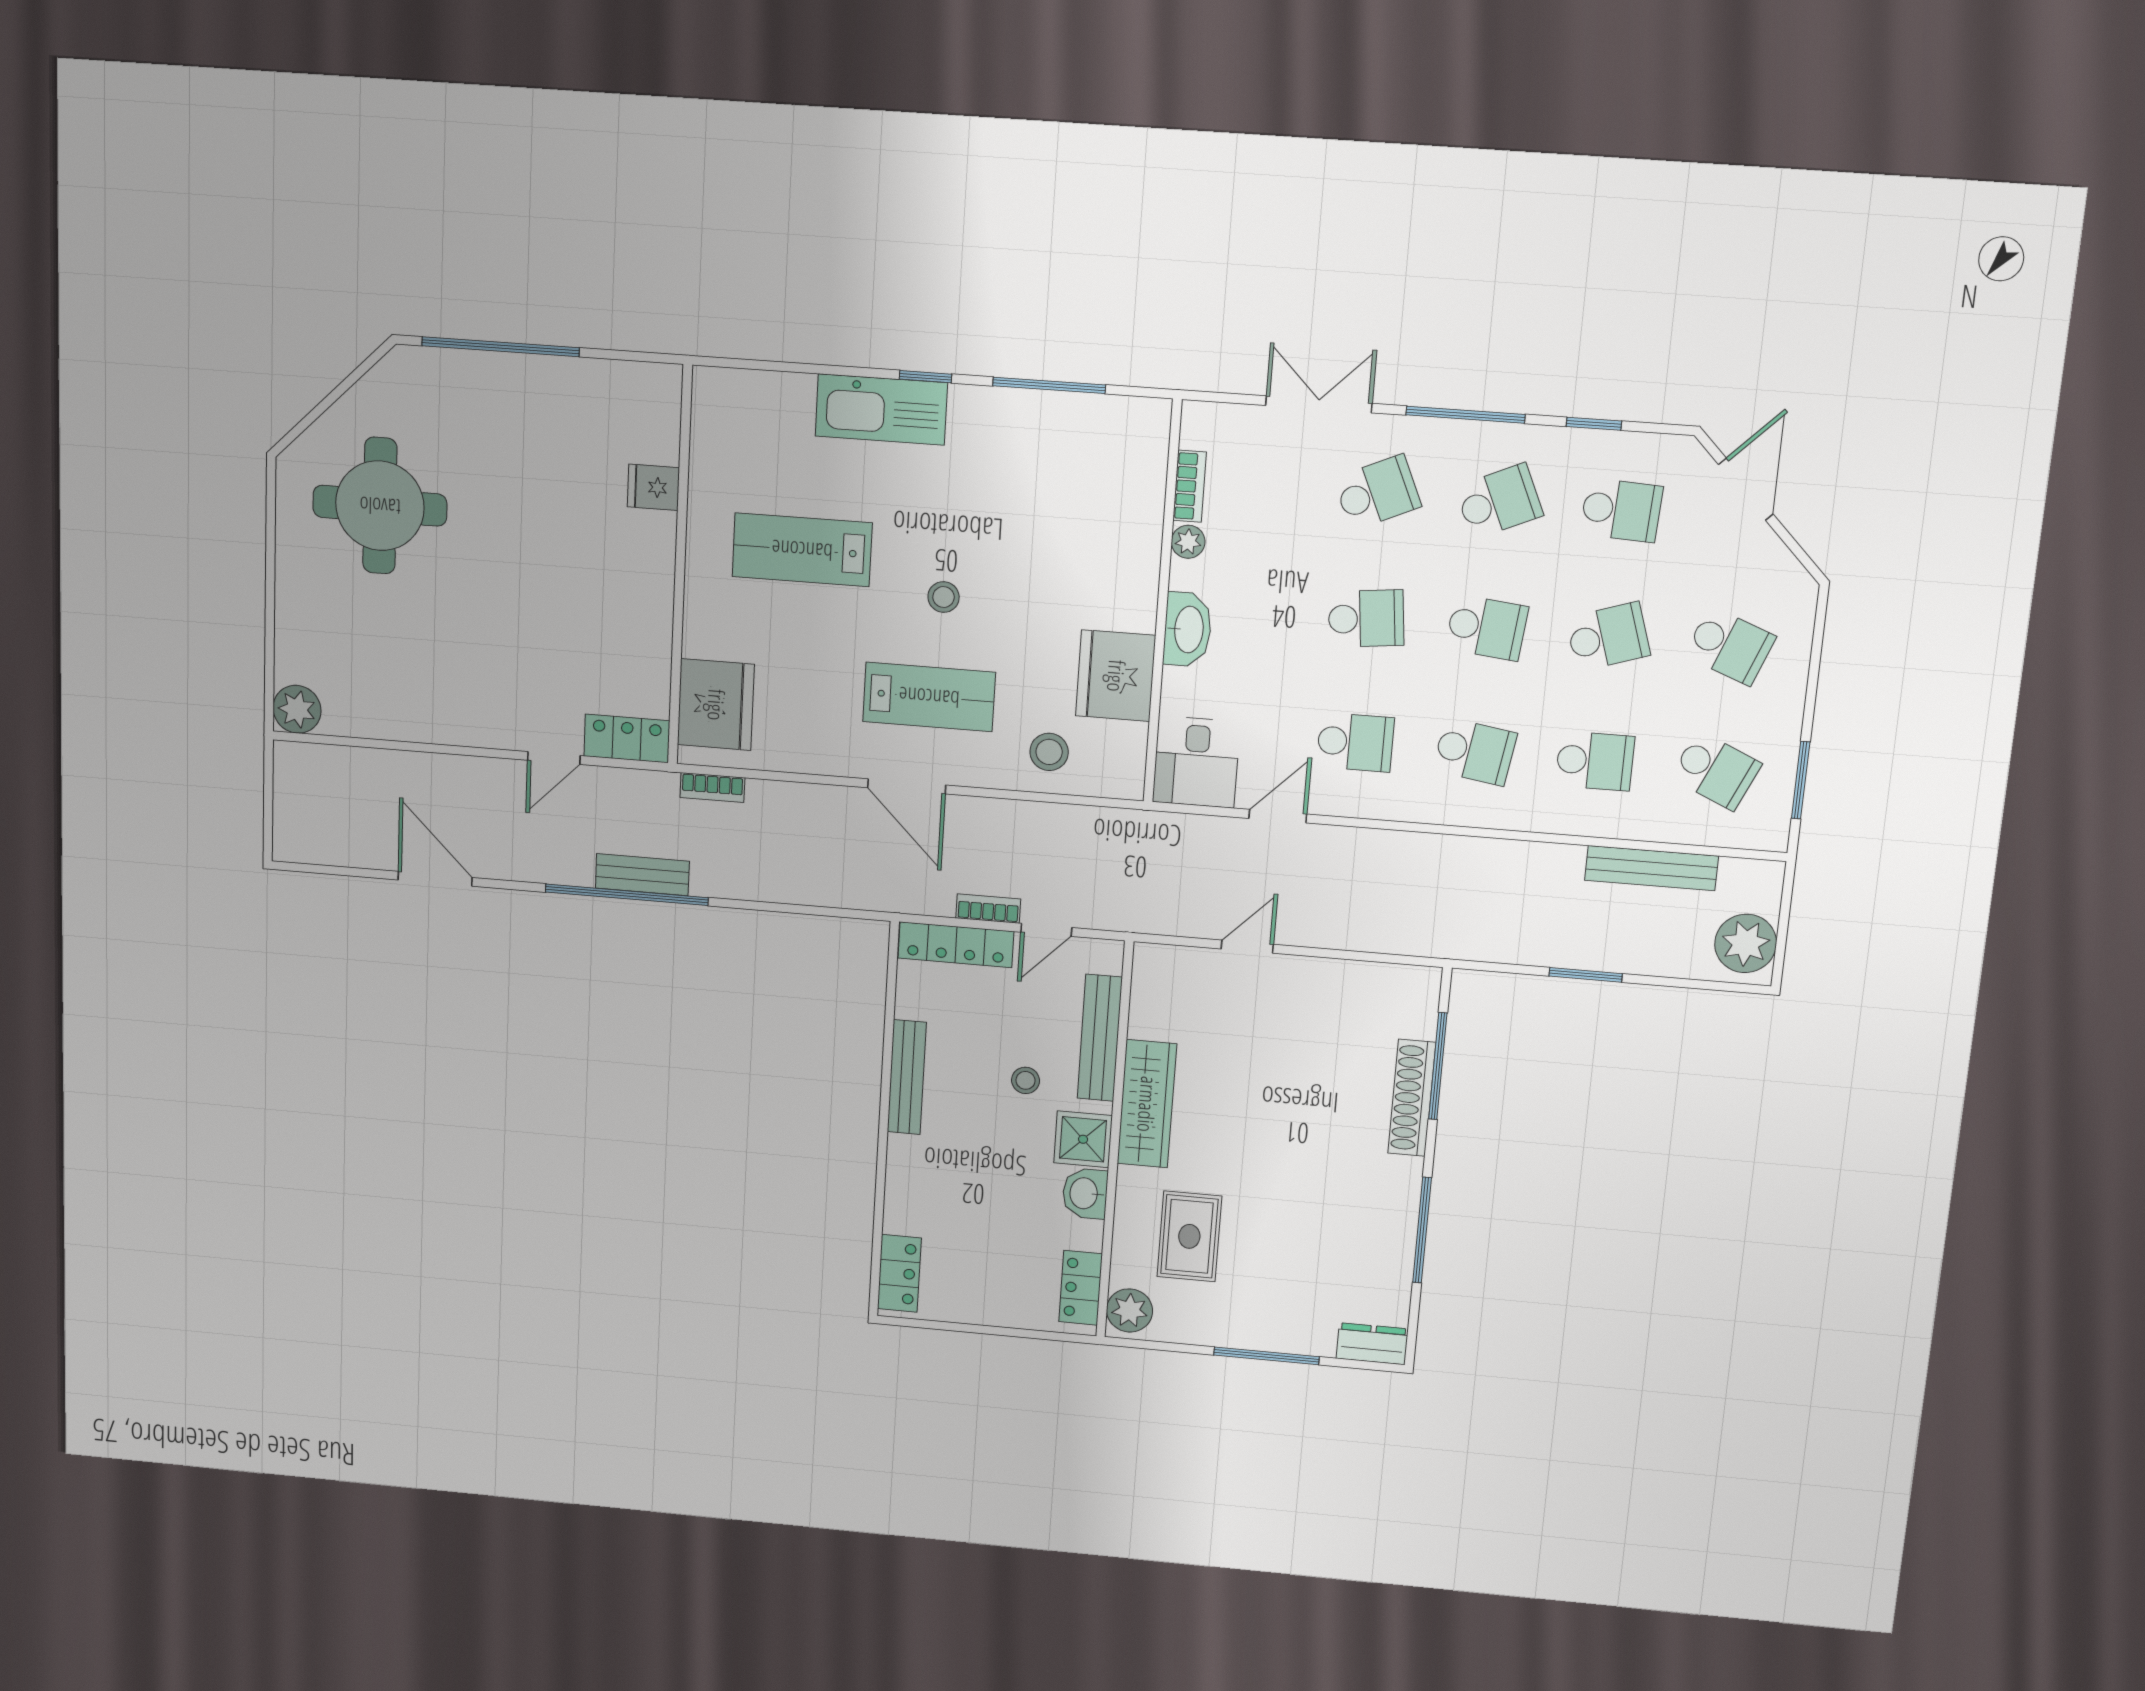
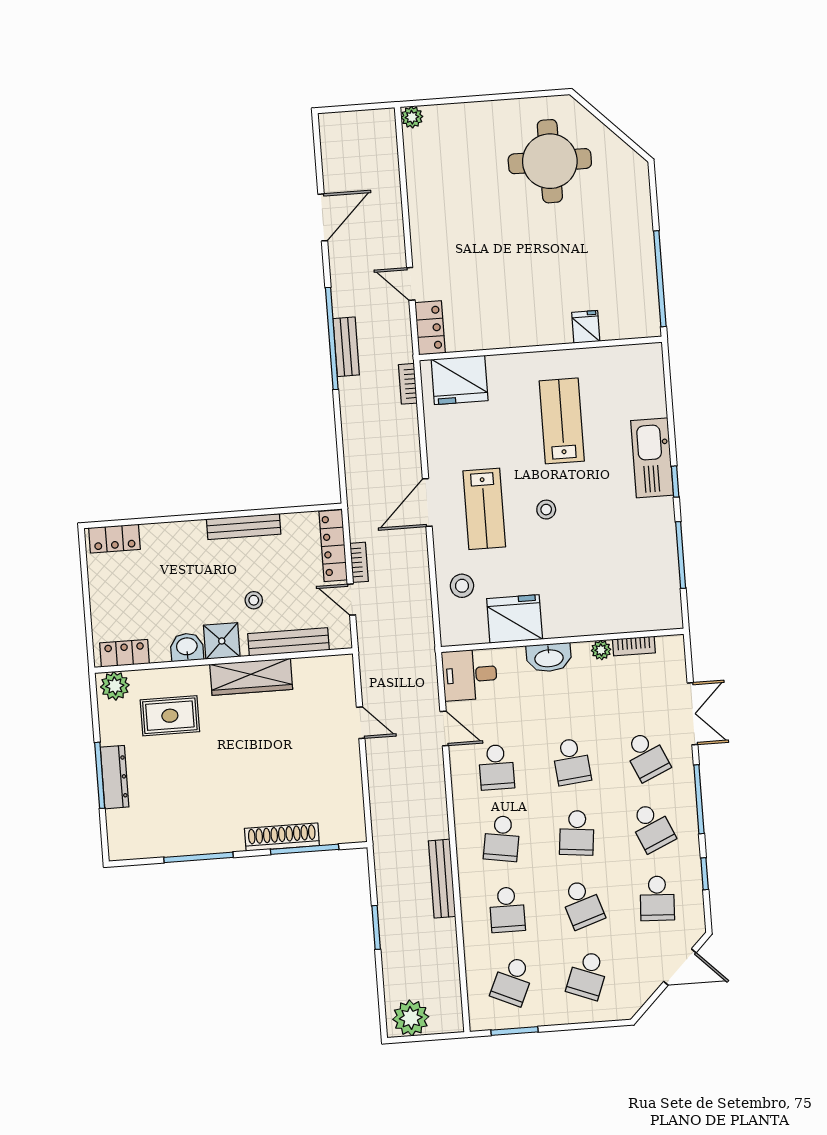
window: (500, 347) -> (660, 279), moved
plant: (297, 709) -> (412, 117), width x0.73, depth x0.73
bench: (1652, 868) -> (442, 879), moved
dresser: (1372, 1344) -> (115, 777), moved, width x1.44

